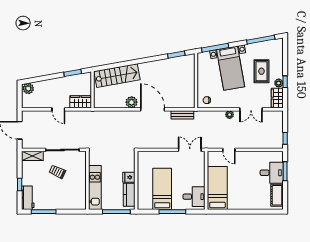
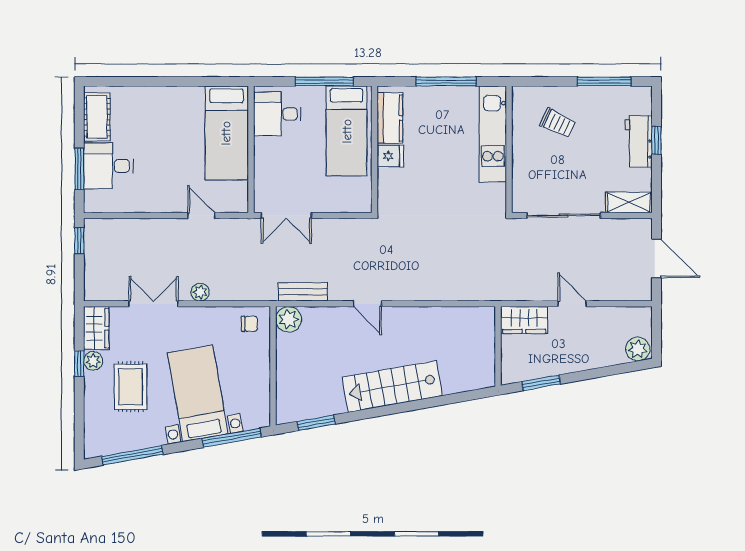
stairs: (117, 76) -> (392, 386), moved
plant: (132, 102) -> (289, 319), moved
door: (153, 109) -> (367, 304), width x0.53
trolley: (57, 172) -> (558, 123), moved
fridge: (129, 177) -> (390, 156), moved
wall: (136, 180) -> (374, 149), moved
kitchen counter: (129, 195) -> (390, 118), moved
workbench: (28, 198) -> (639, 141), moved

